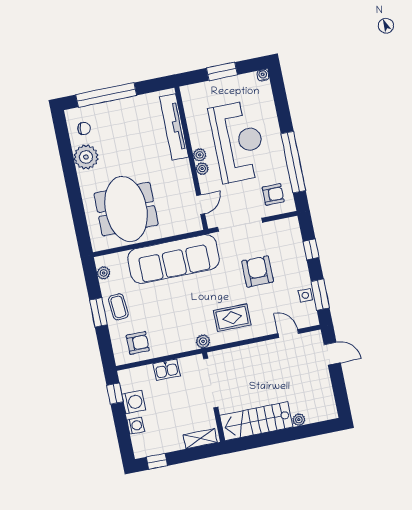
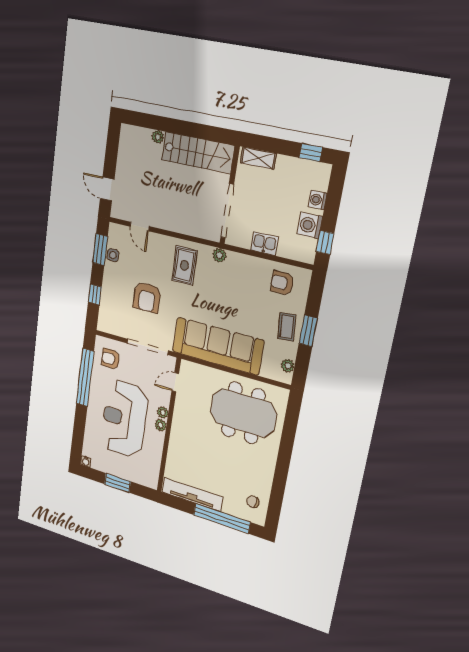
tv unit: (174, 127) -> (192, 495), moved, turned -90
plant: (86, 157) -> (261, 477), removed
meeting table: (126, 209) -> (243, 413), turned 90
rug: (232, 318) -> (184, 265), turned 90

